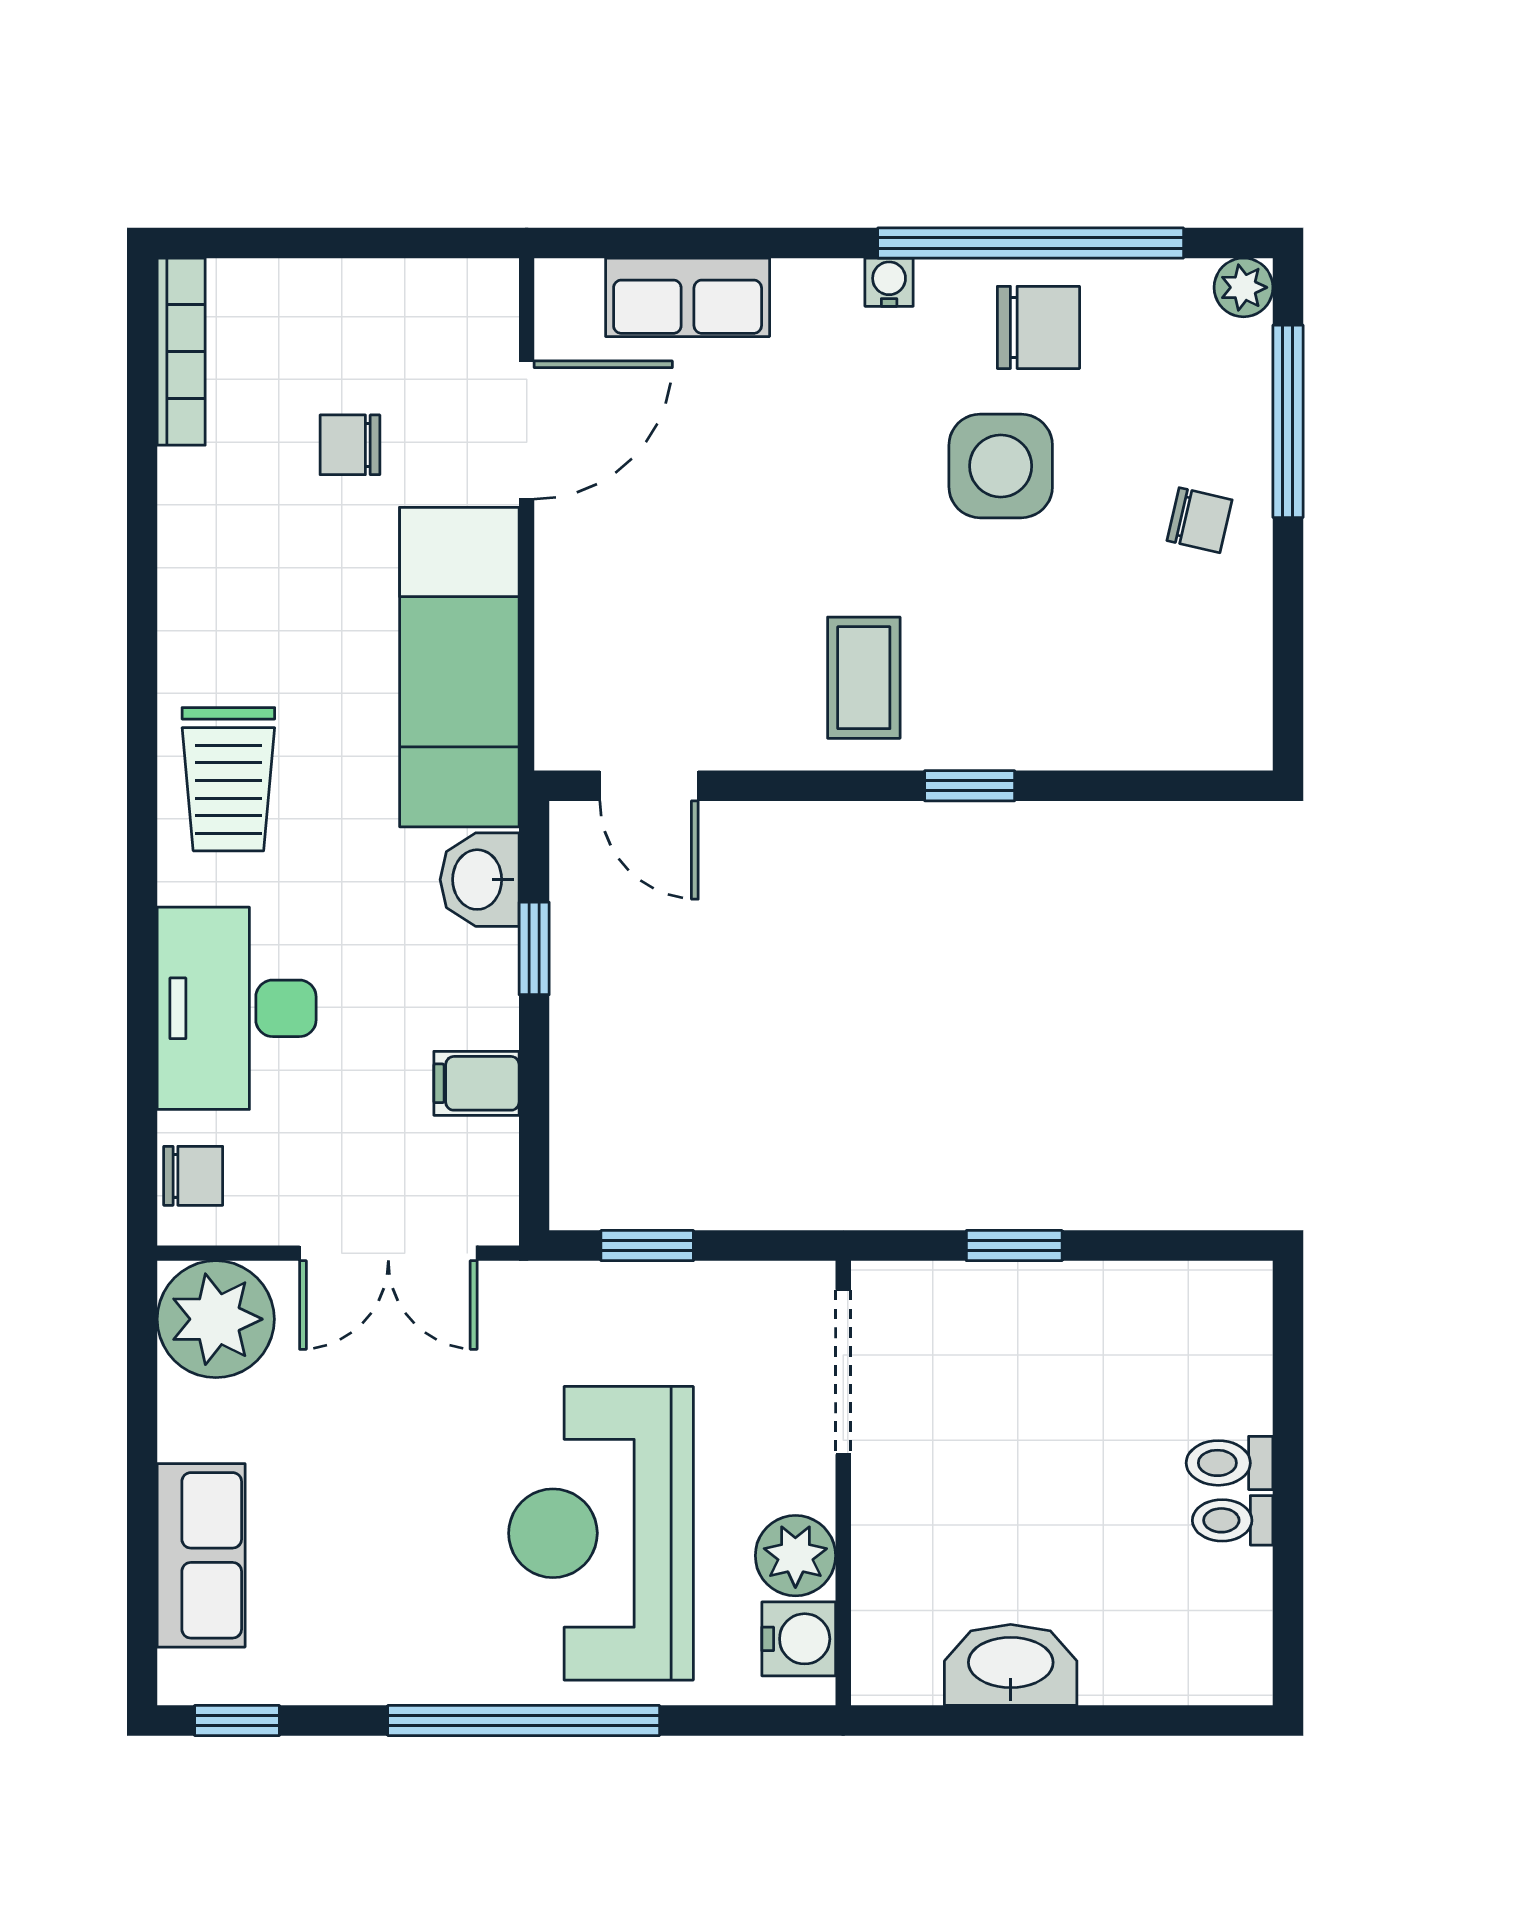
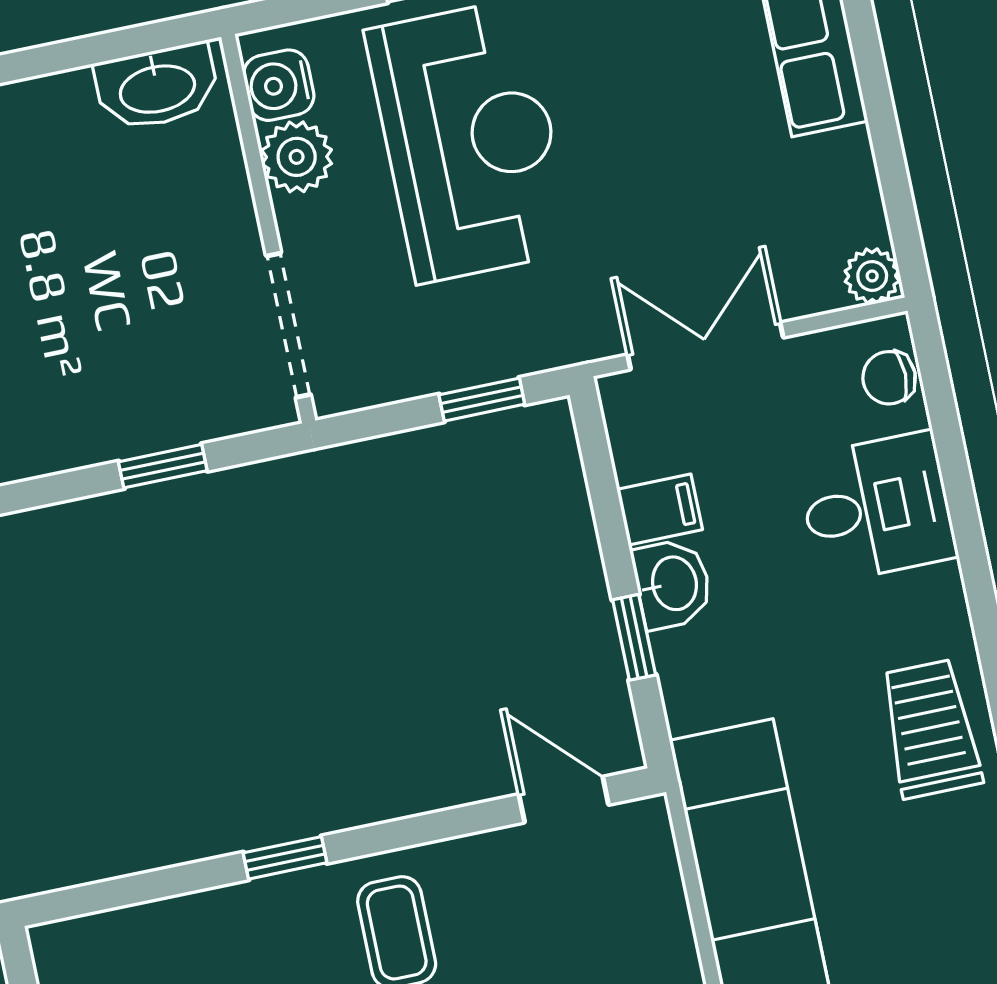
washbasin: (480, 880) -> (672, 584), moved
desk: (237, 1008) -> (877, 507), width x0.73
plant: (216, 1319) -> (872, 276), width x0.53, depth x0.53
washbasin: (1011, 1665) -> (157, 87), moved

